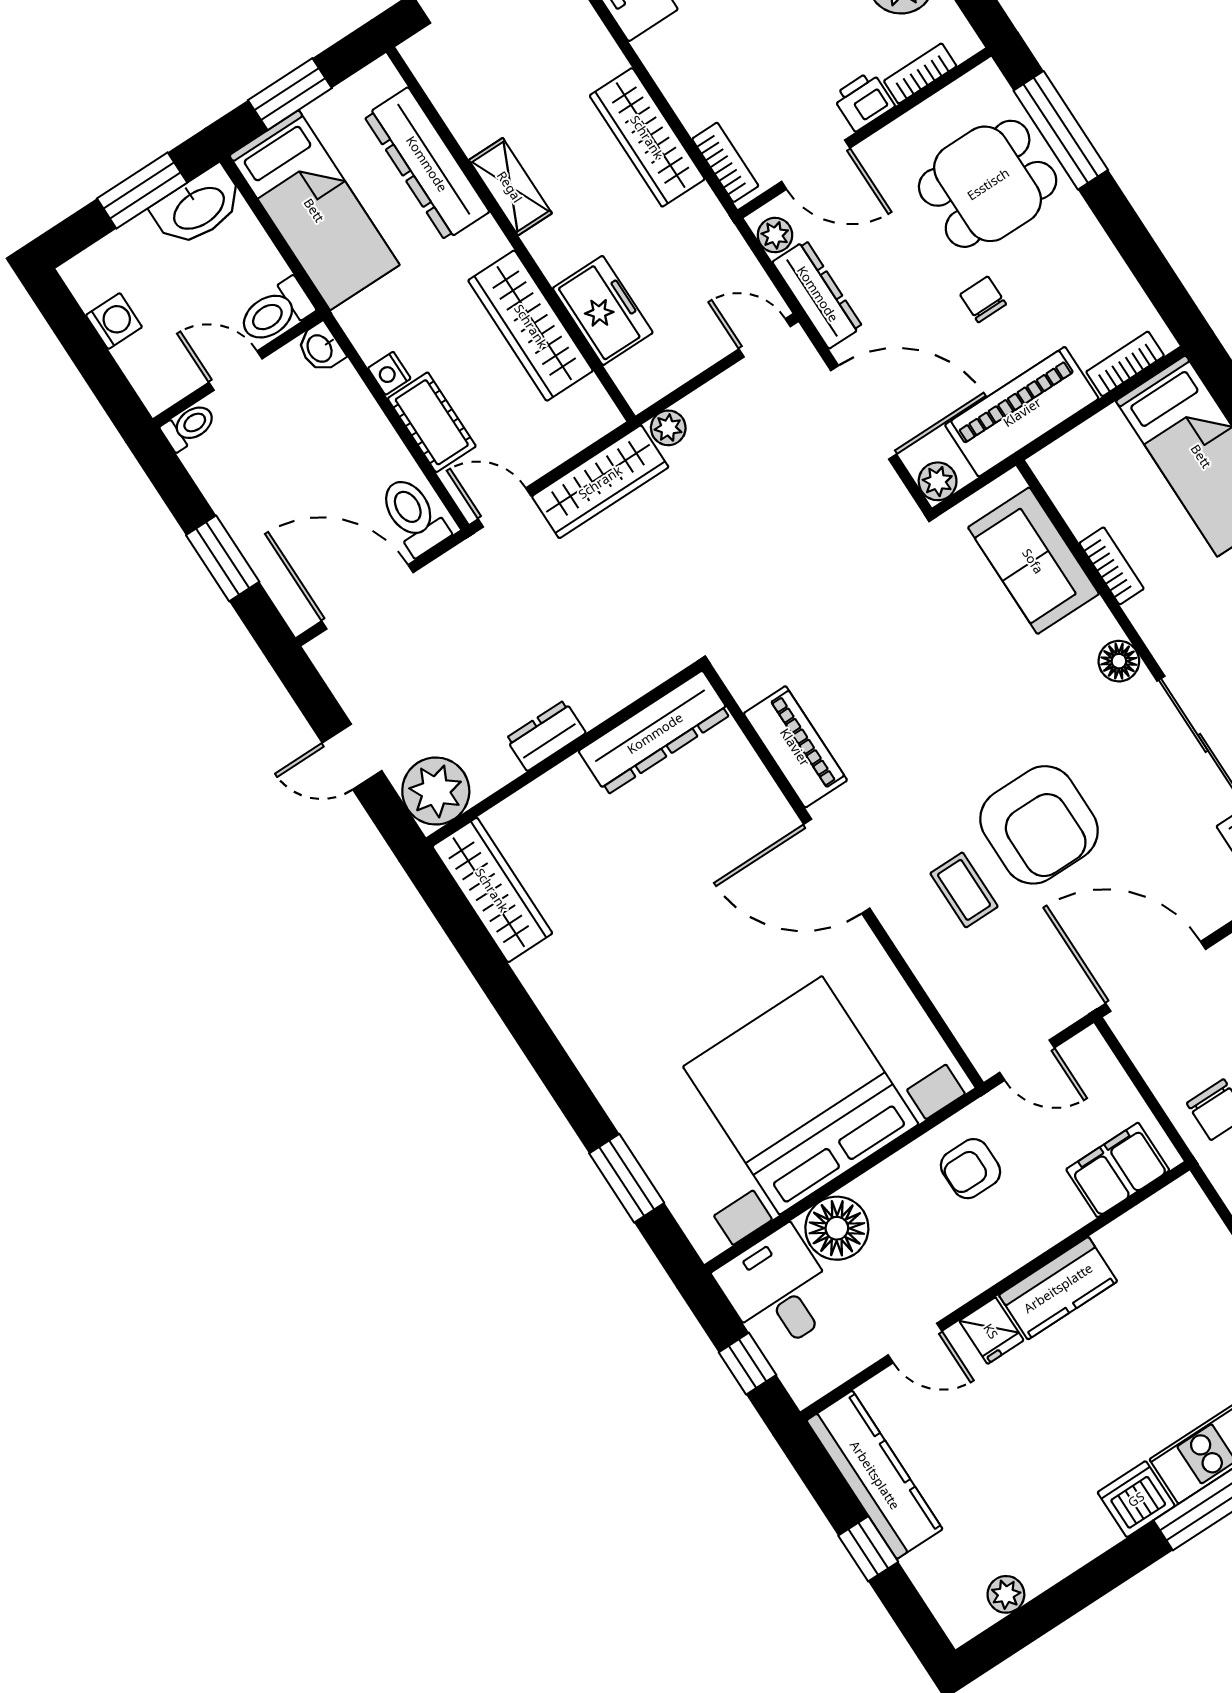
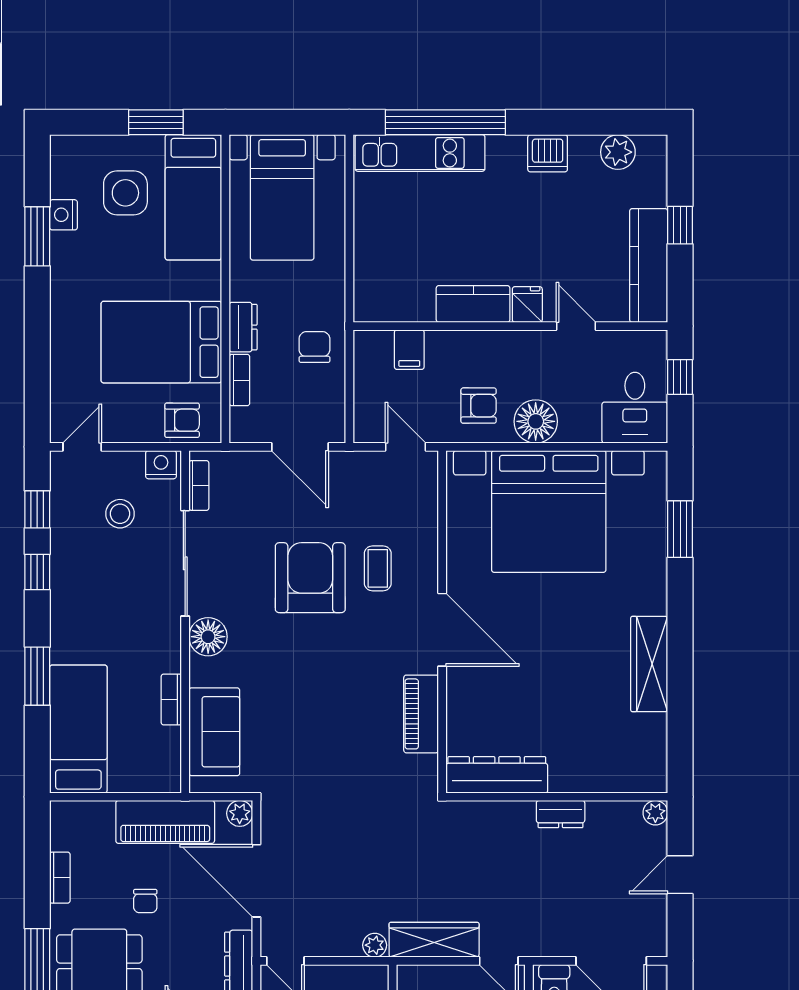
bookcase: (1125, 364) -> (60, 878), moved, turned -90
floor lamp: (1119, 661) -> (208, 637), width x1.38, depth x1.38
door: (352, 757) -> (680, 875), swing flipped
plant: (436, 791) -> (655, 813), width x0.53, depth x0.53
wardrobe: (492, 890) -> (649, 664), moved
door: (1156, 976) -> (300, 447), width x0.73
filing cabinet: (1118, 1170) -> (409, 350), width x0.50
floor lamp: (837, 1228) -> (536, 421), moved
dishwasher: (1136, 1499) -> (548, 153), moved
plant: (1006, 1594) -> (618, 152), width x1.38, depth x1.38

